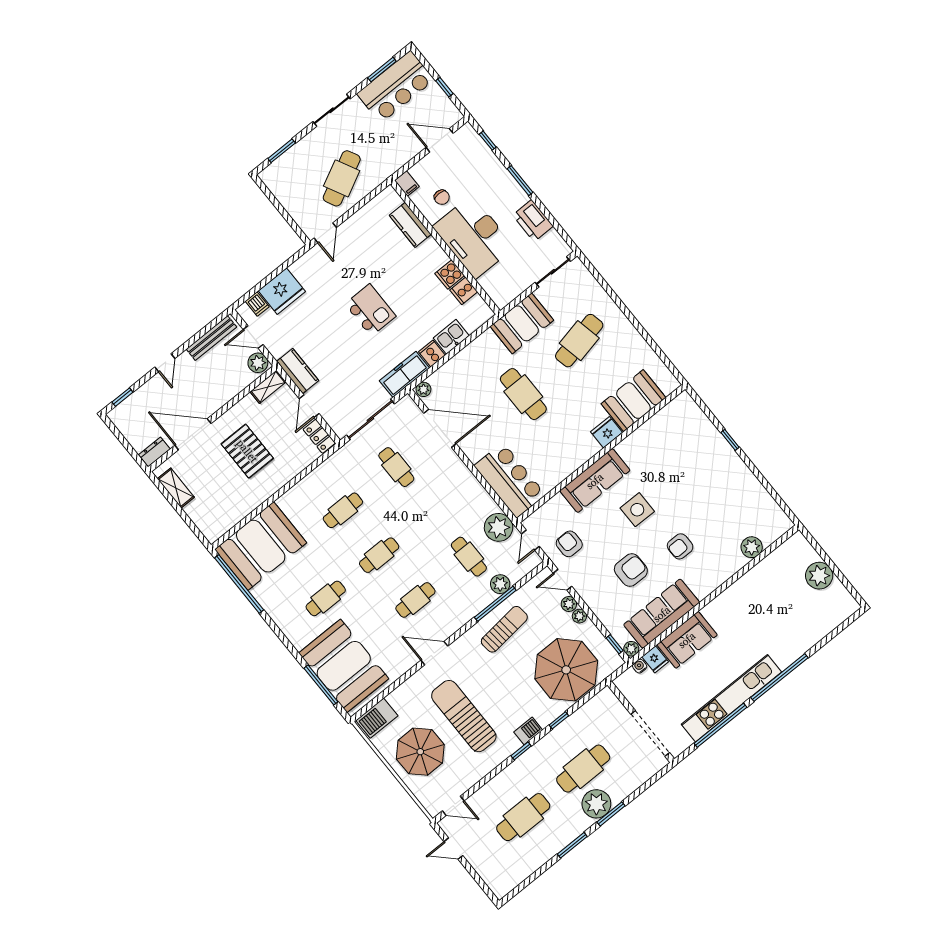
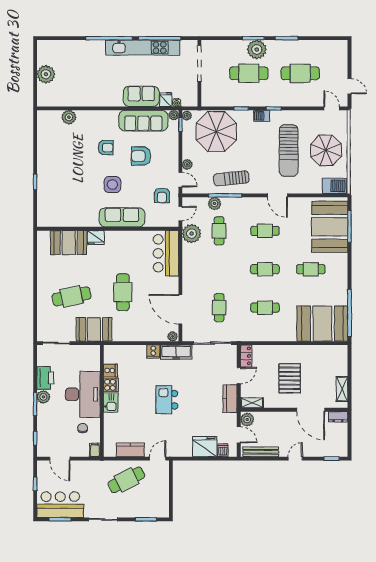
plant: (517, 197) -> (43, 397), added
kitchen counter: (410, 225) -> (130, 450), moved, turned -90
kitchen sink: (451, 337) -> (111, 402), moved, turned -90
plant: (579, 616) -> (187, 116), moved

